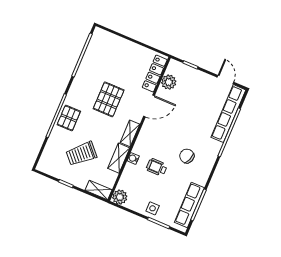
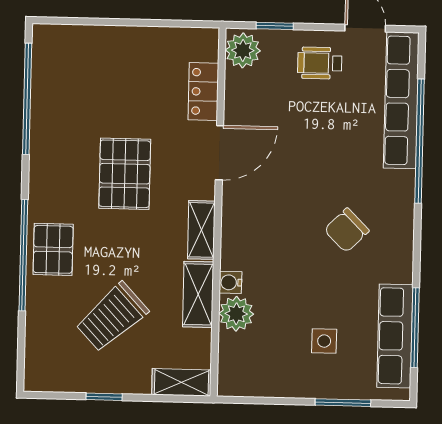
locker: (155, 74) -> (203, 92), width x0.66
plant: (169, 82) -> (243, 50), moved
chair: (187, 156) -> (347, 230), turned -65
wheelchair: (157, 167) -> (320, 63), moved
plant: (120, 197) -> (236, 314), moved
side table: (153, 208) -> (324, 341), moved

